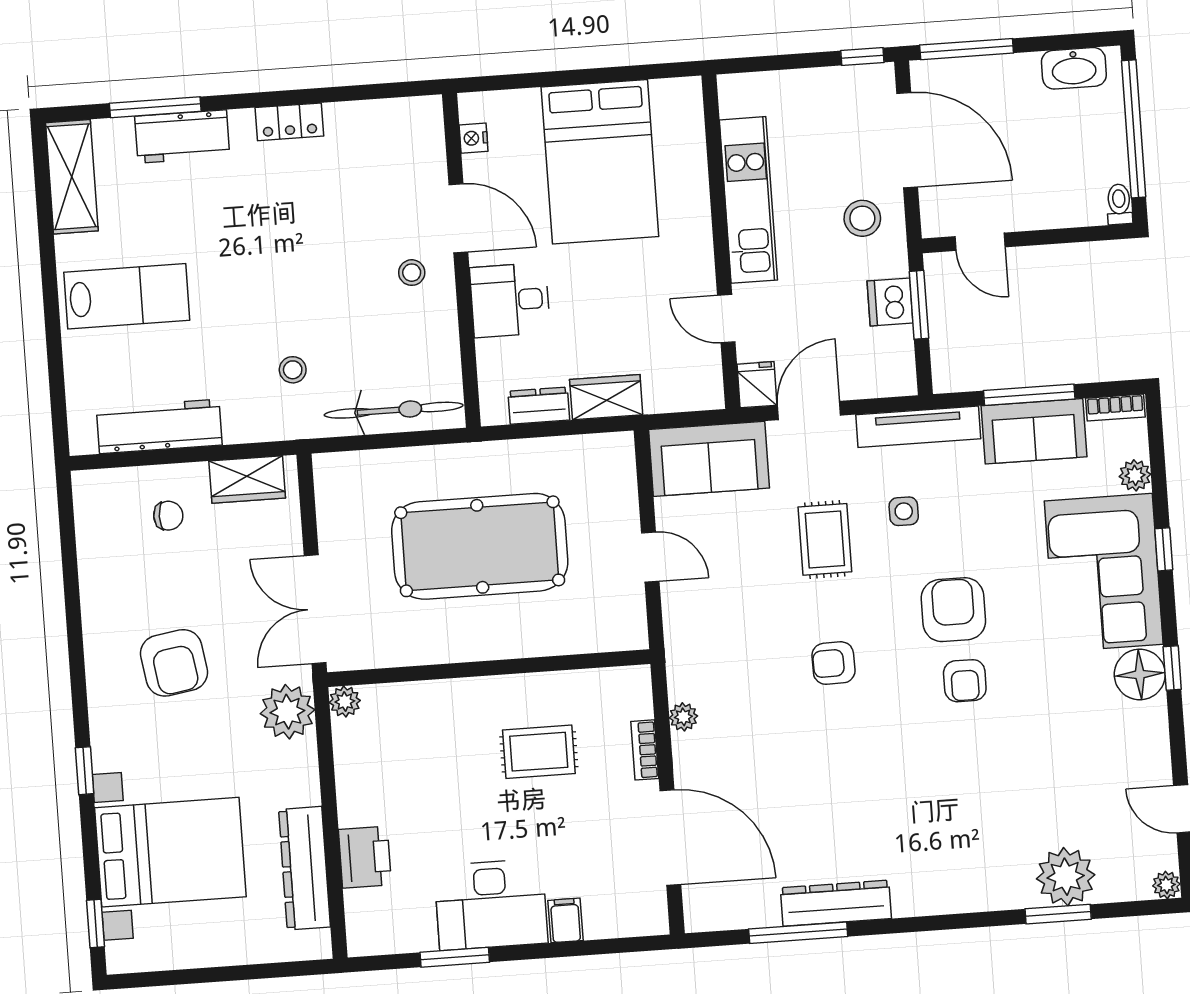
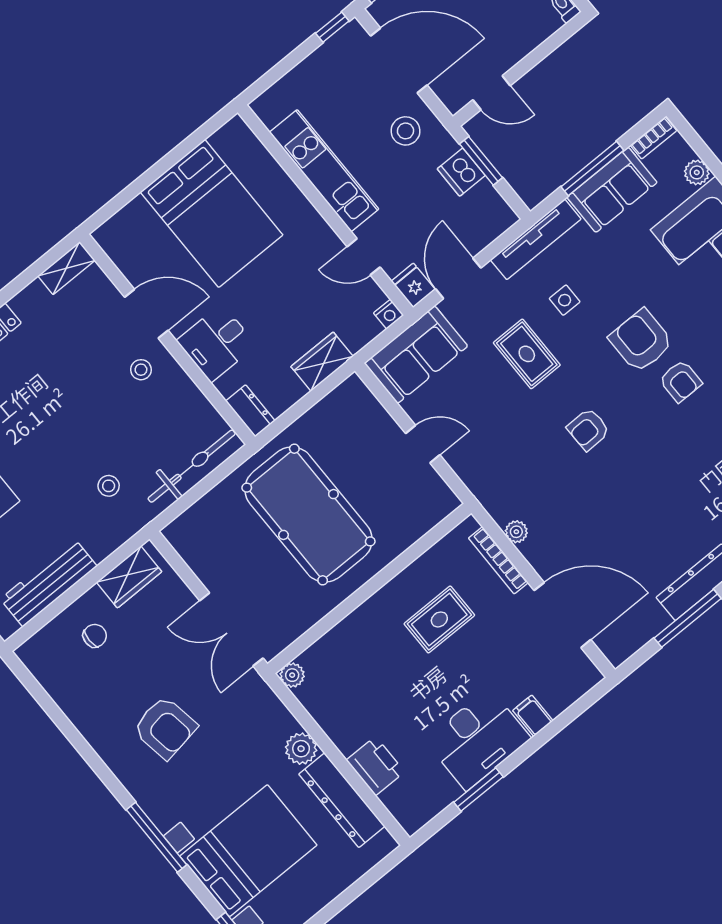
shelving: (409, 112) -> (66, 268), added
nightstand: (474, 138) -> (389, 314), moved, turned -90
dresser: (539, 406) -> (250, 411), moved, turned 90
pool table: (480, 546) -> (308, 514), turned 90
plant: (287, 712) -> (301, 749), moved, width x0.73, depth x0.73
bookcase: (645, 750) -> (498, 560), width x1.56
window: (85, 771) -> (157, 837), width x2.17

